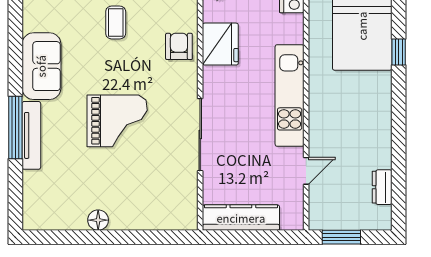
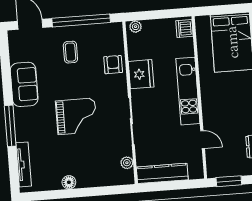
fridge: (220, 44) -> (141, 74), moved
tv unit: (31, 135) -> (24, 164), moved
door: (306, 171) -> (203, 140), hinge flipped
plant: (188, 197) -> (127, 163), added

